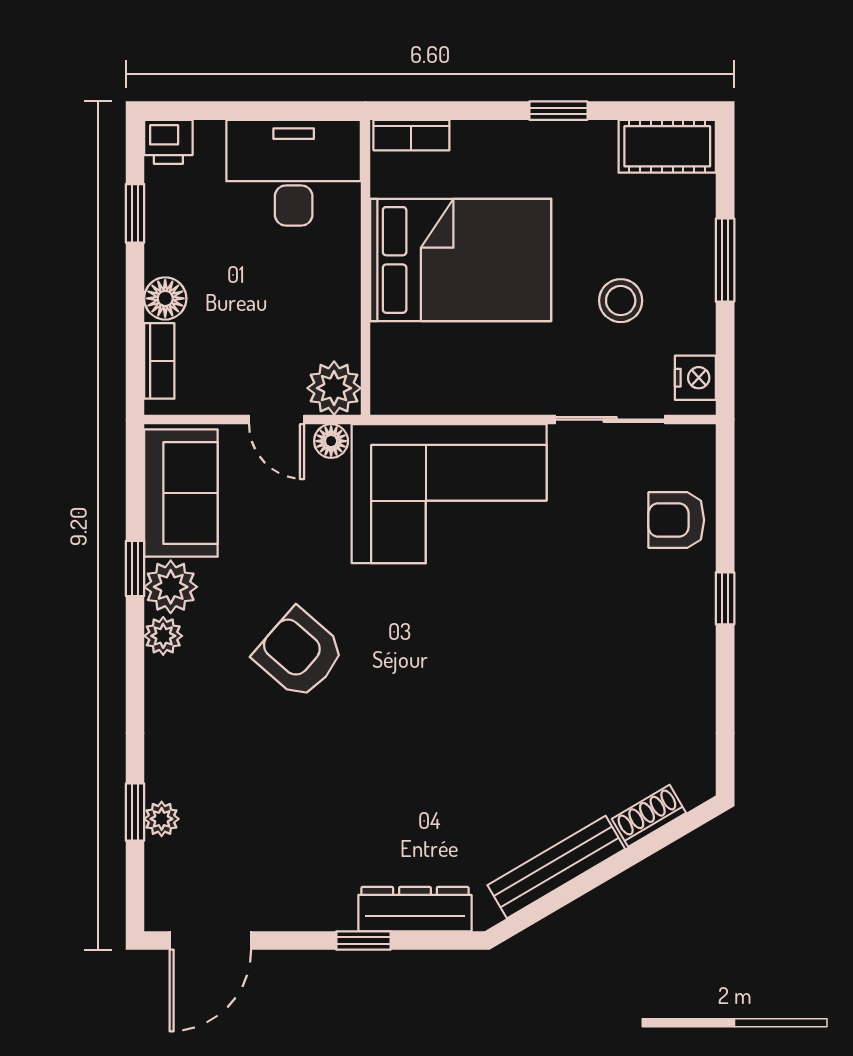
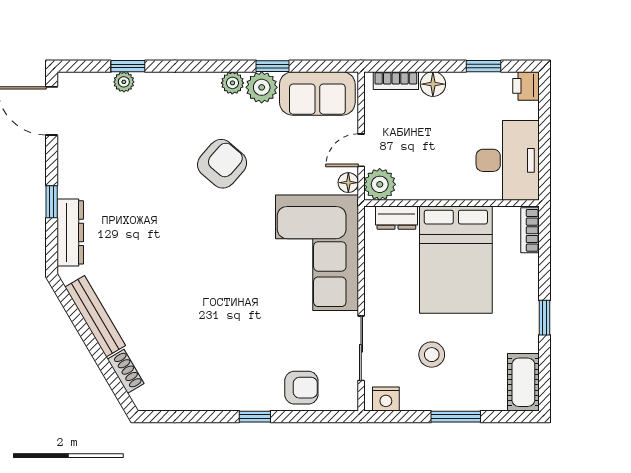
dresser: (390, 360) -> (396, 218), added
armchair: (676, 520) -> (301, 388), turned 90

